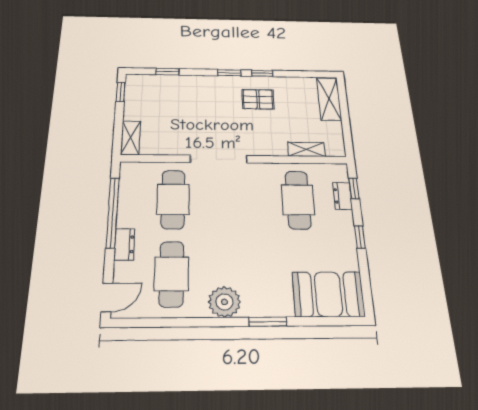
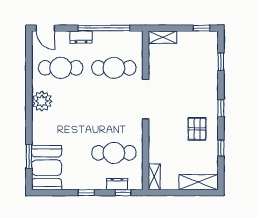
window: (262, 73) -> (221, 148), moved
shelving: (306, 149) -> (154, 177), moved
window: (268, 322) -> (29, 156), moved

